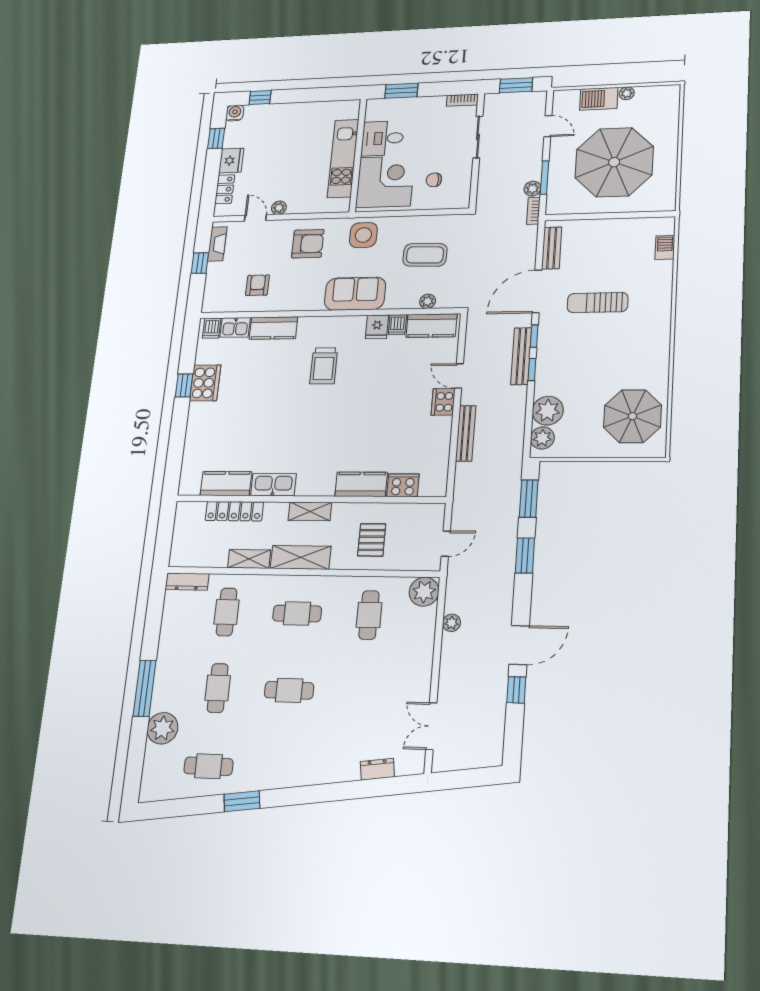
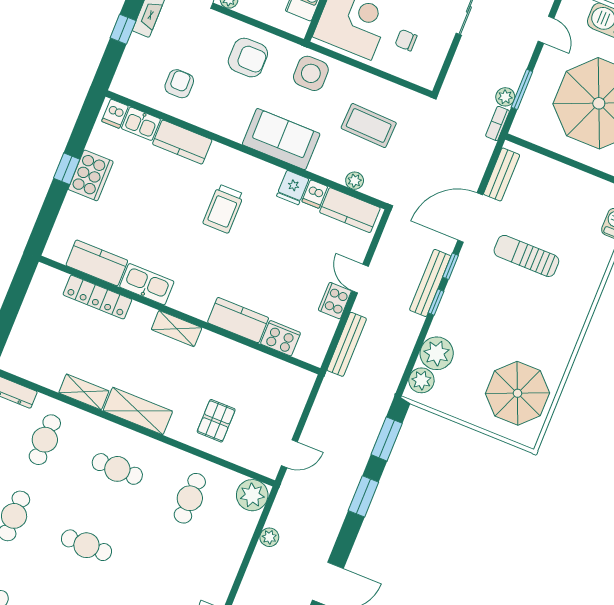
kitchen counter: (226, 484) -> (97, 263), moved
kitchen counter: (361, 484) -> (238, 320), moved
kitchen sink: (273, 485) -> (147, 284), moved
cooker: (403, 485) -> (280, 338), moved
wall: (309, 499) -> (180, 315), moved
locker: (234, 511) -> (97, 297), moved
shelving: (310, 511) -> (177, 329), moved

